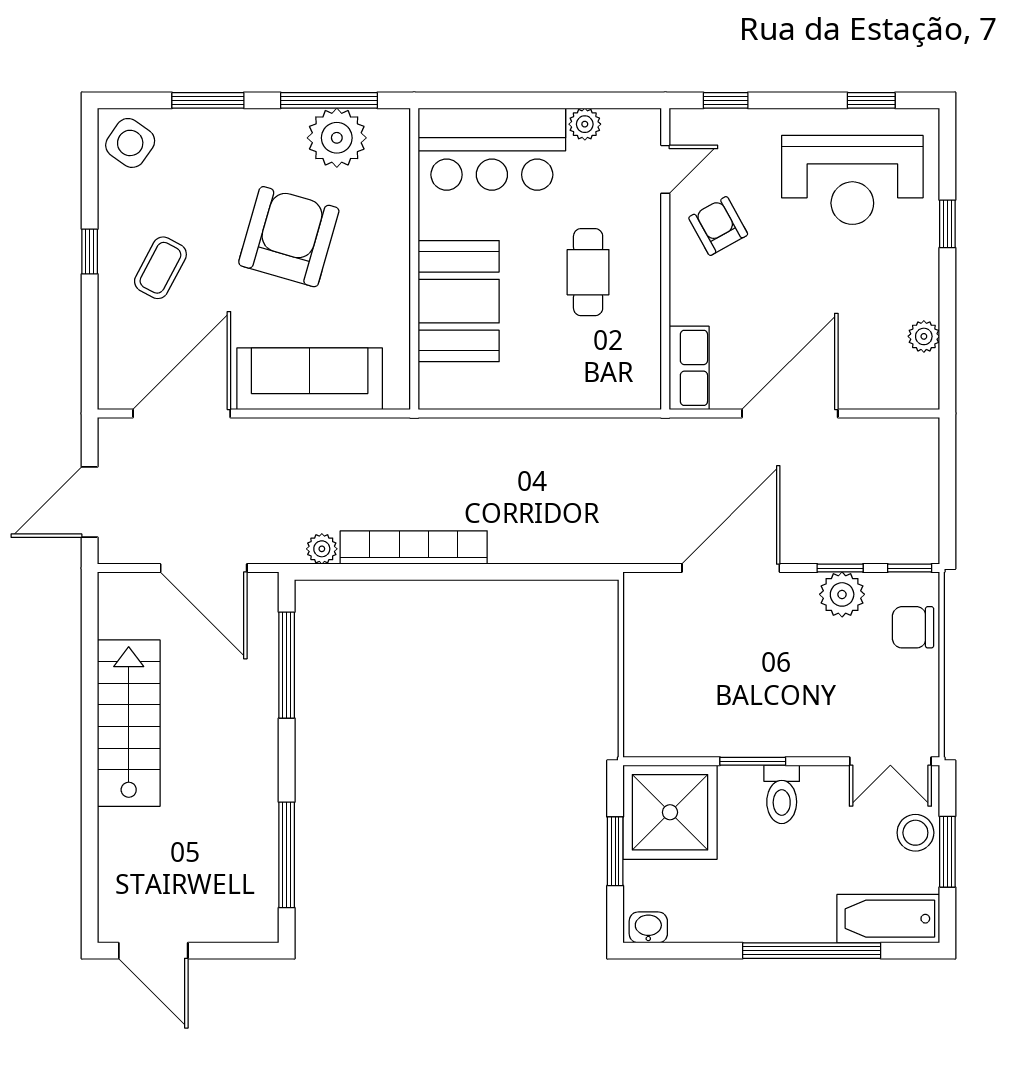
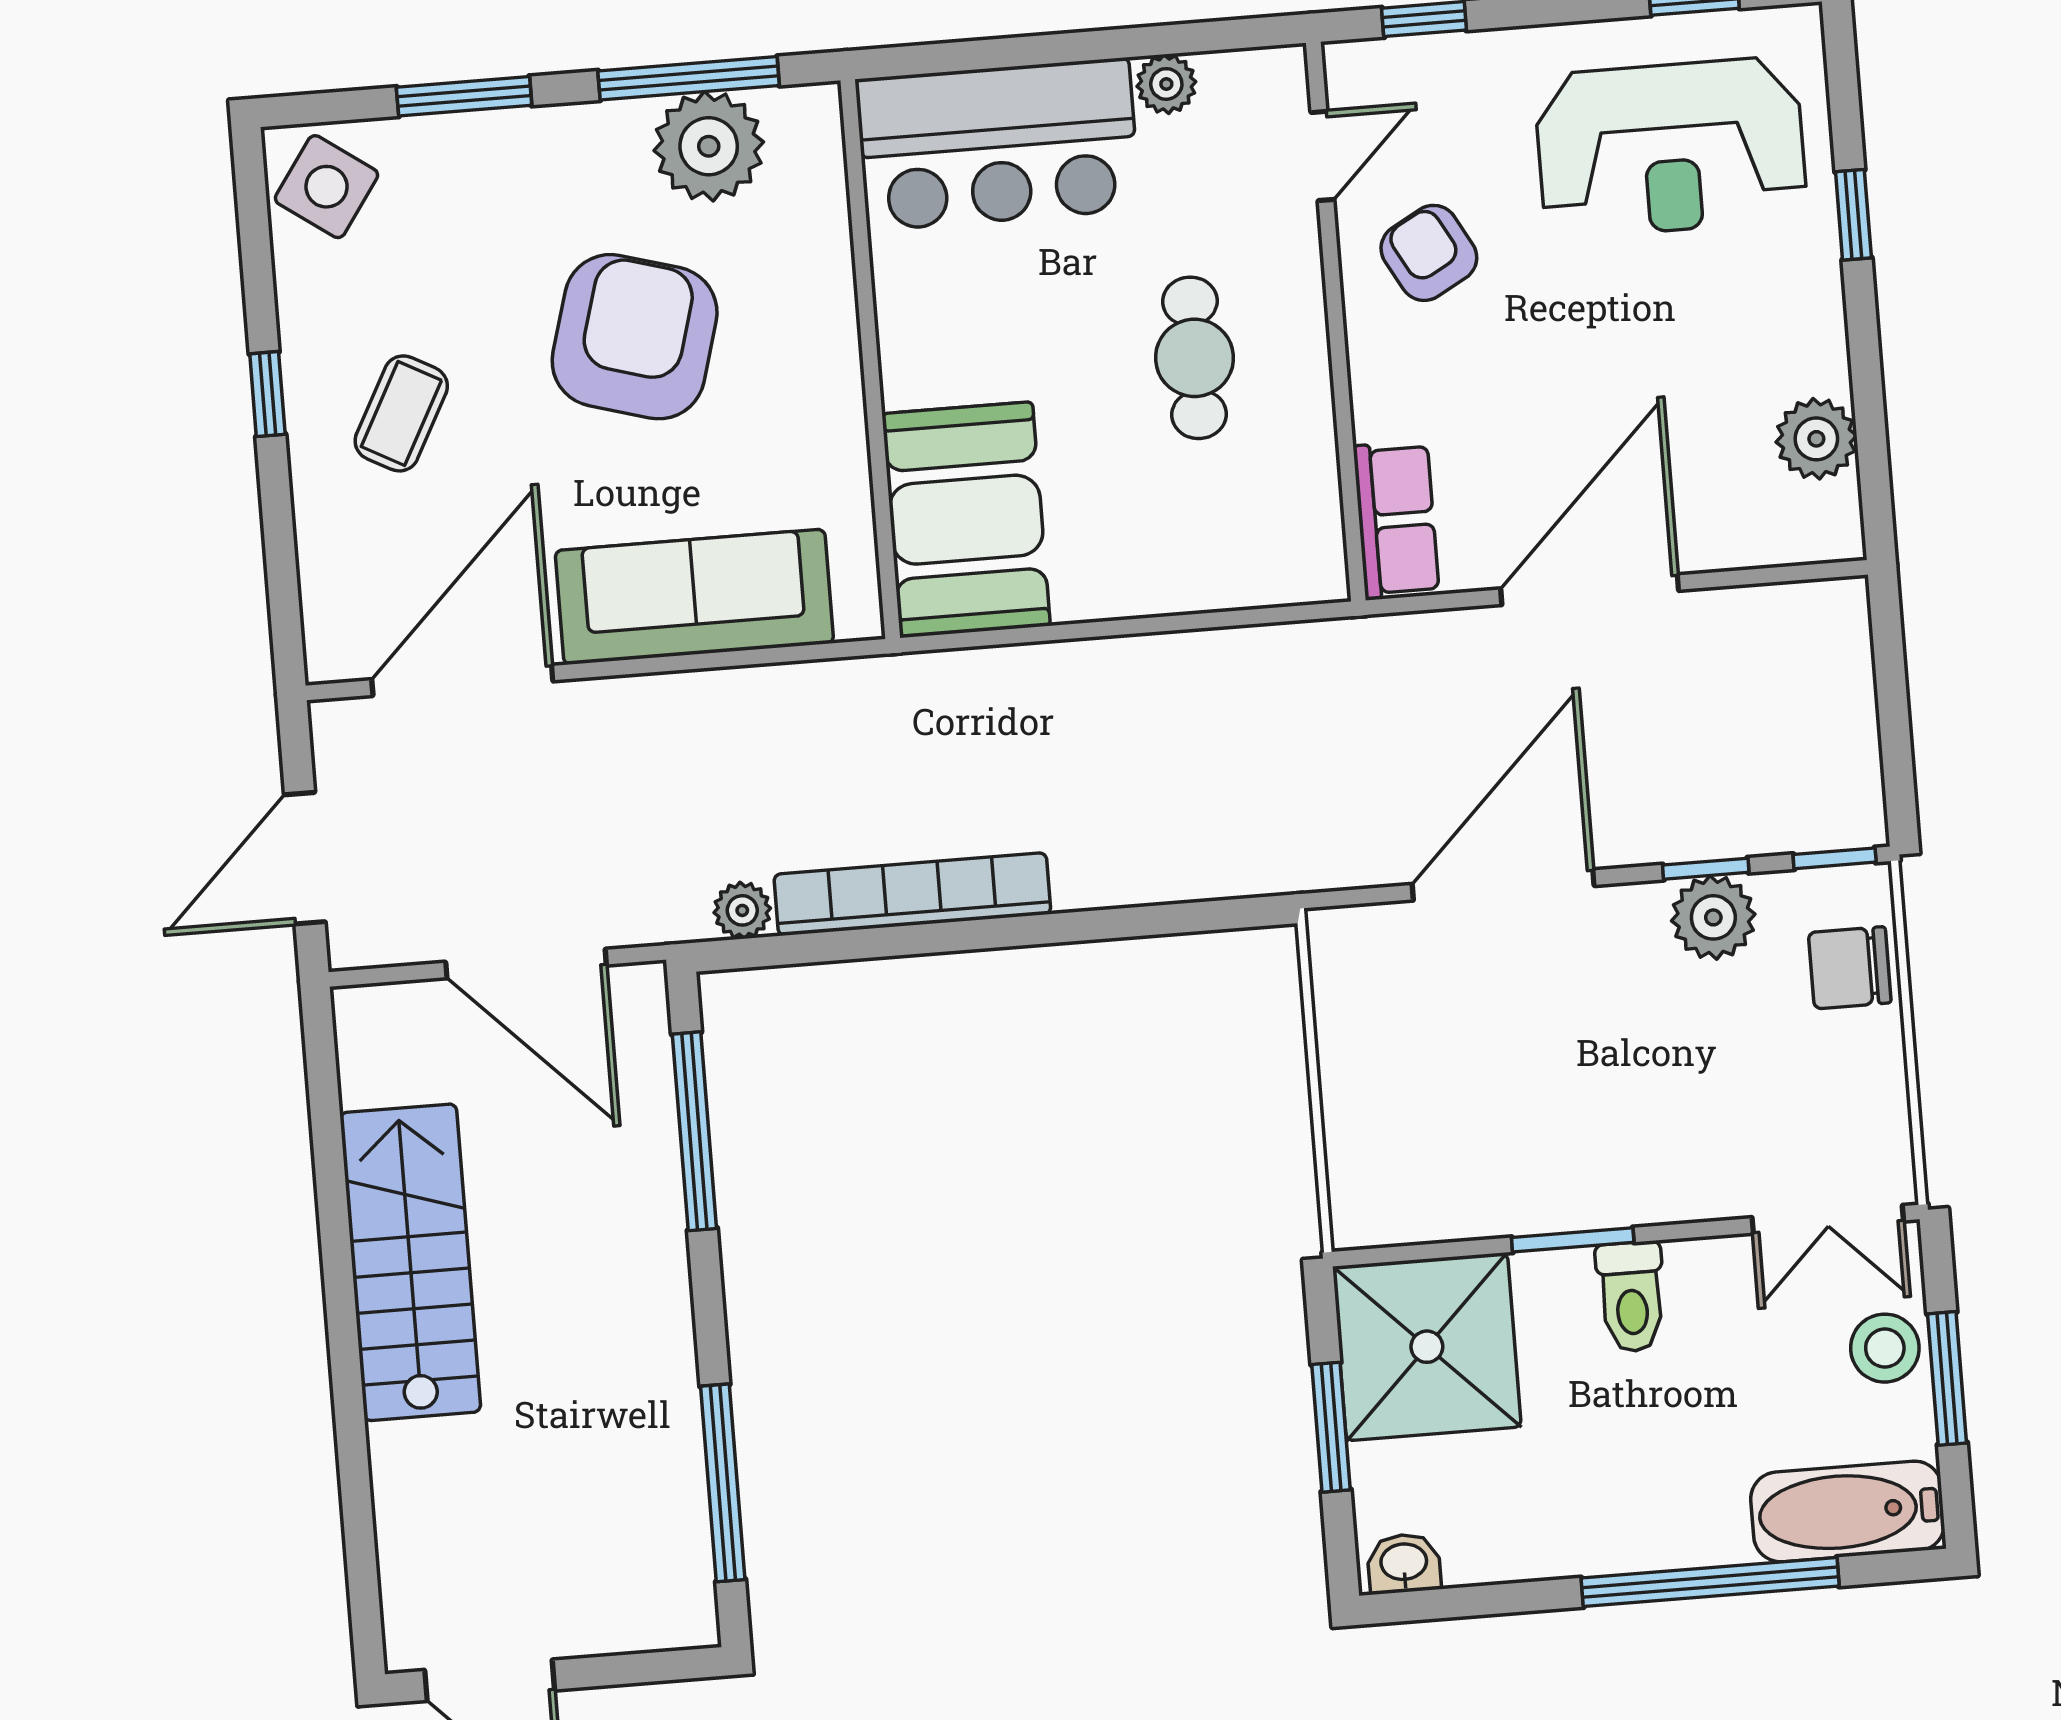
booth: (459, 301) -> (966, 520), moved
plant: (924, 336) -> (1816, 439), width x1.38, depth x1.38

